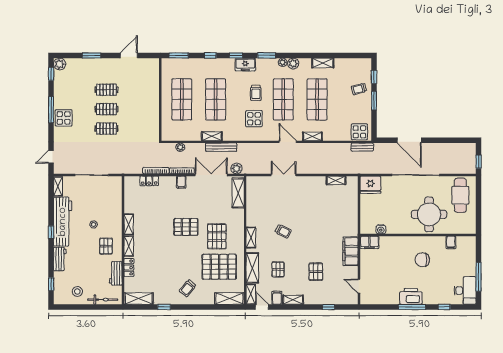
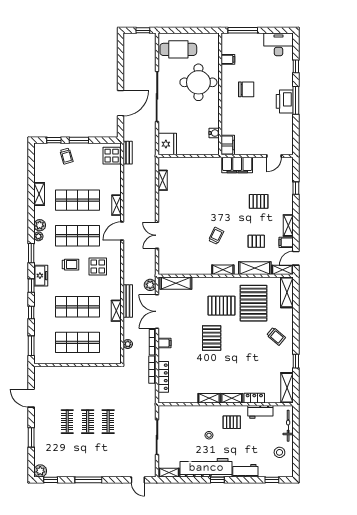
display table: (64, 118) -> (97, 467), removed
locker: (149, 181) -> (163, 377), width x1.53
chair: (422, 260) -> (246, 89), turned -90
window: (479, 277) -> (243, 30), moved

